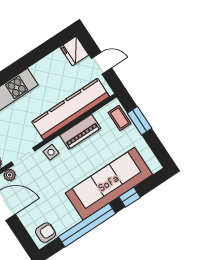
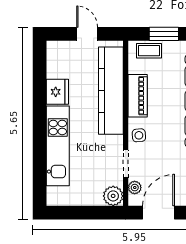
fridge: (74, 51) -> (57, 92), moved, turned -90
door: (102, 63) -> (87, 34), hinge flipped

